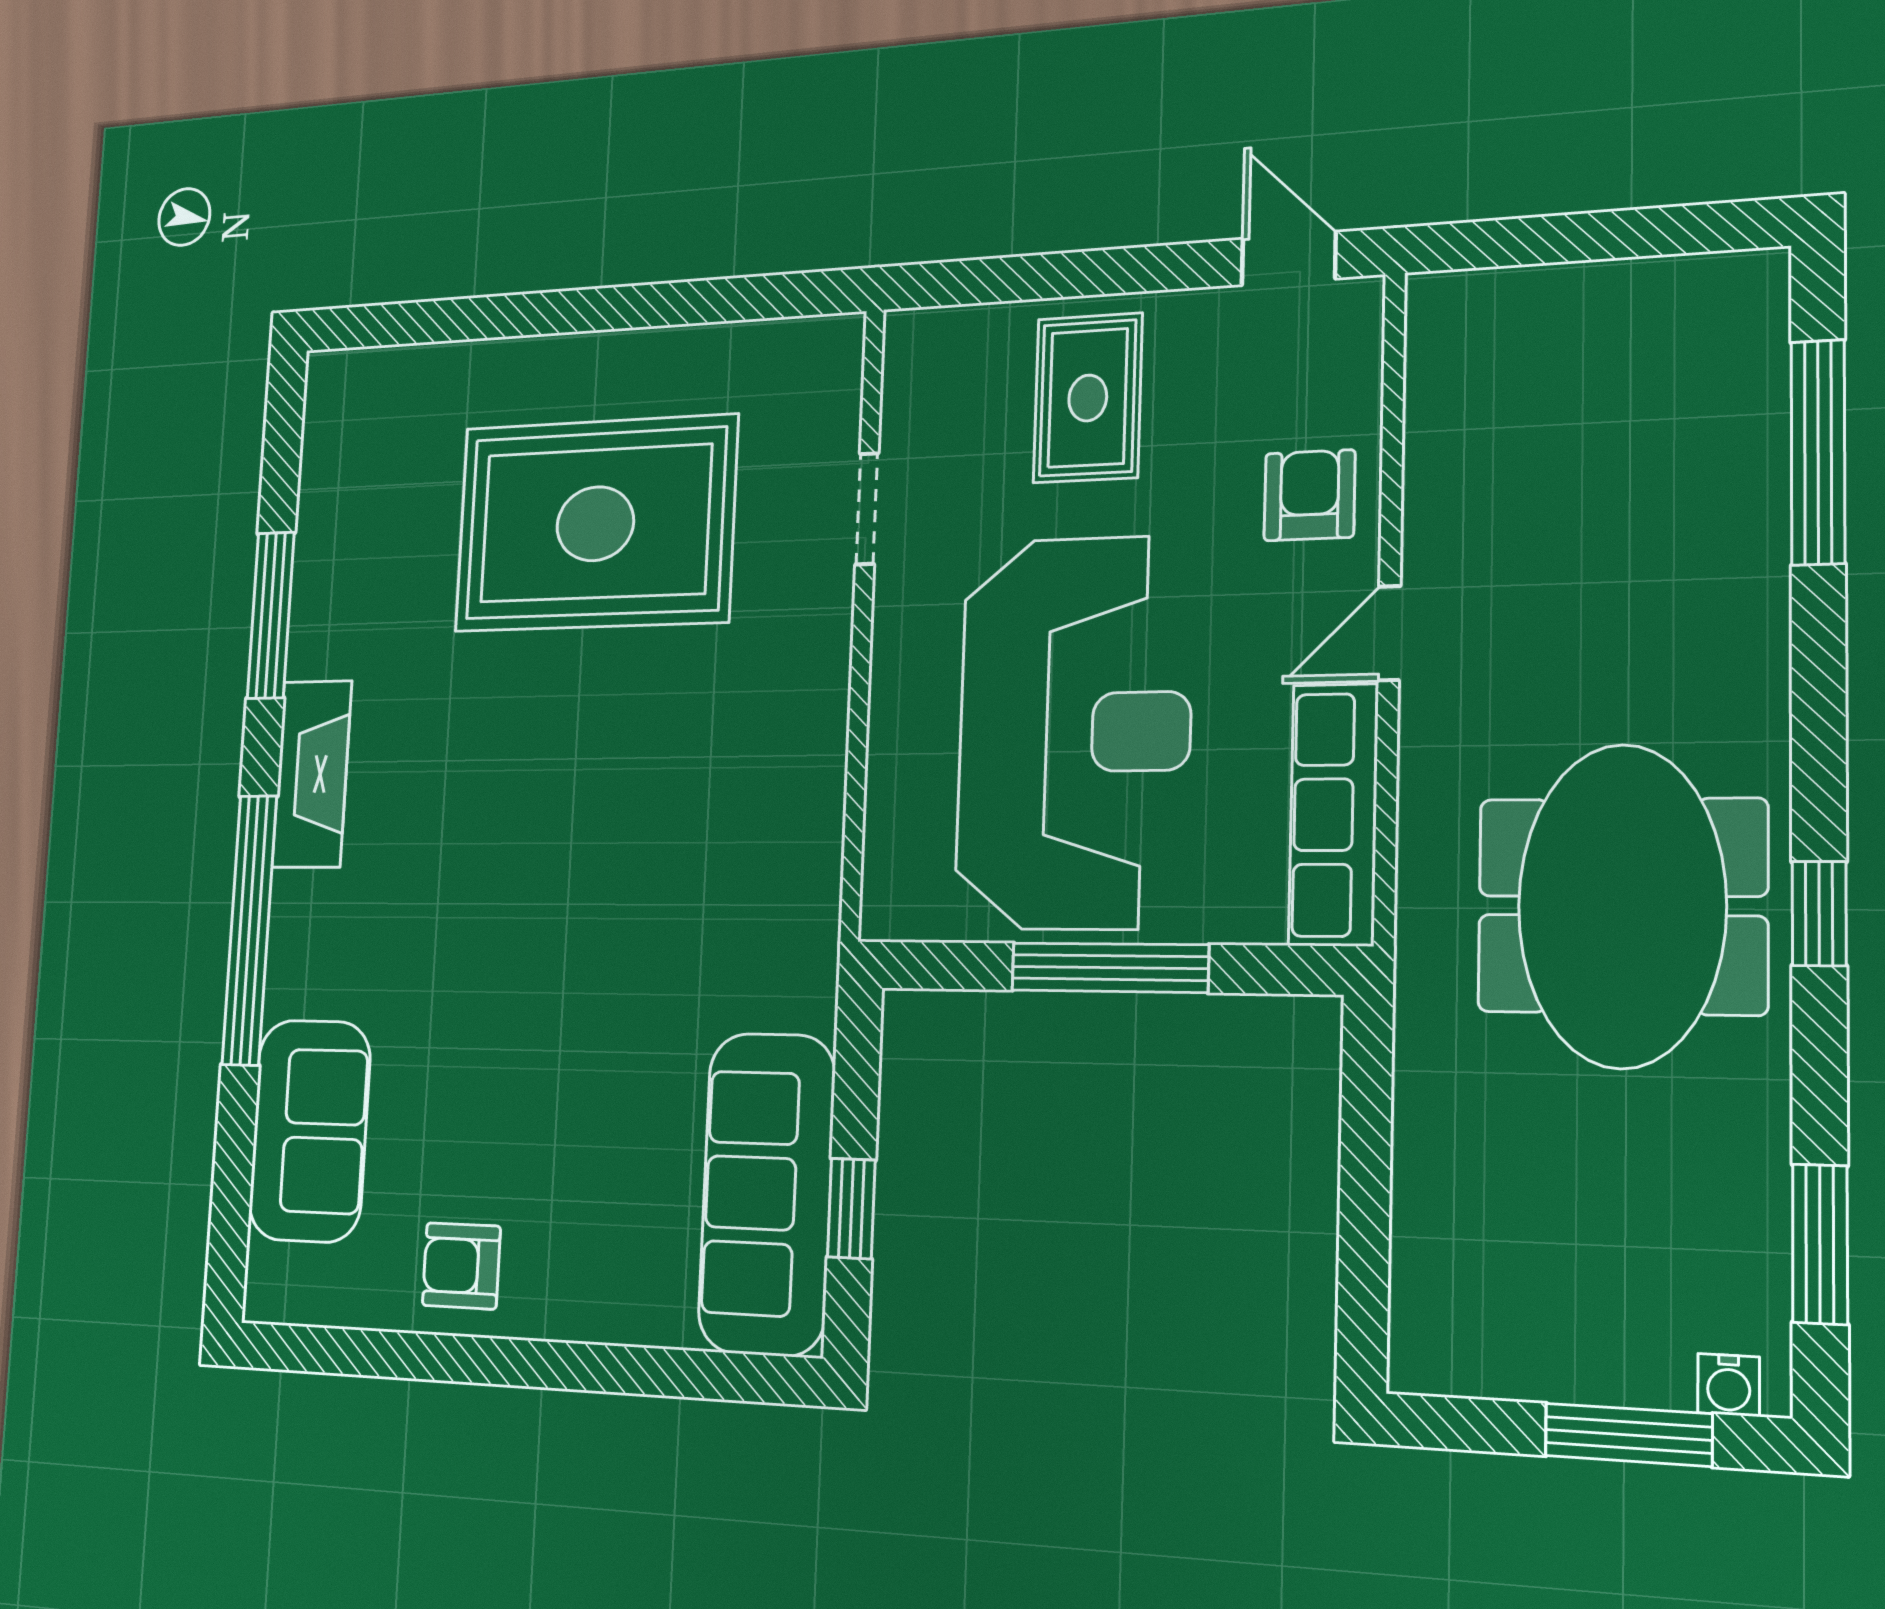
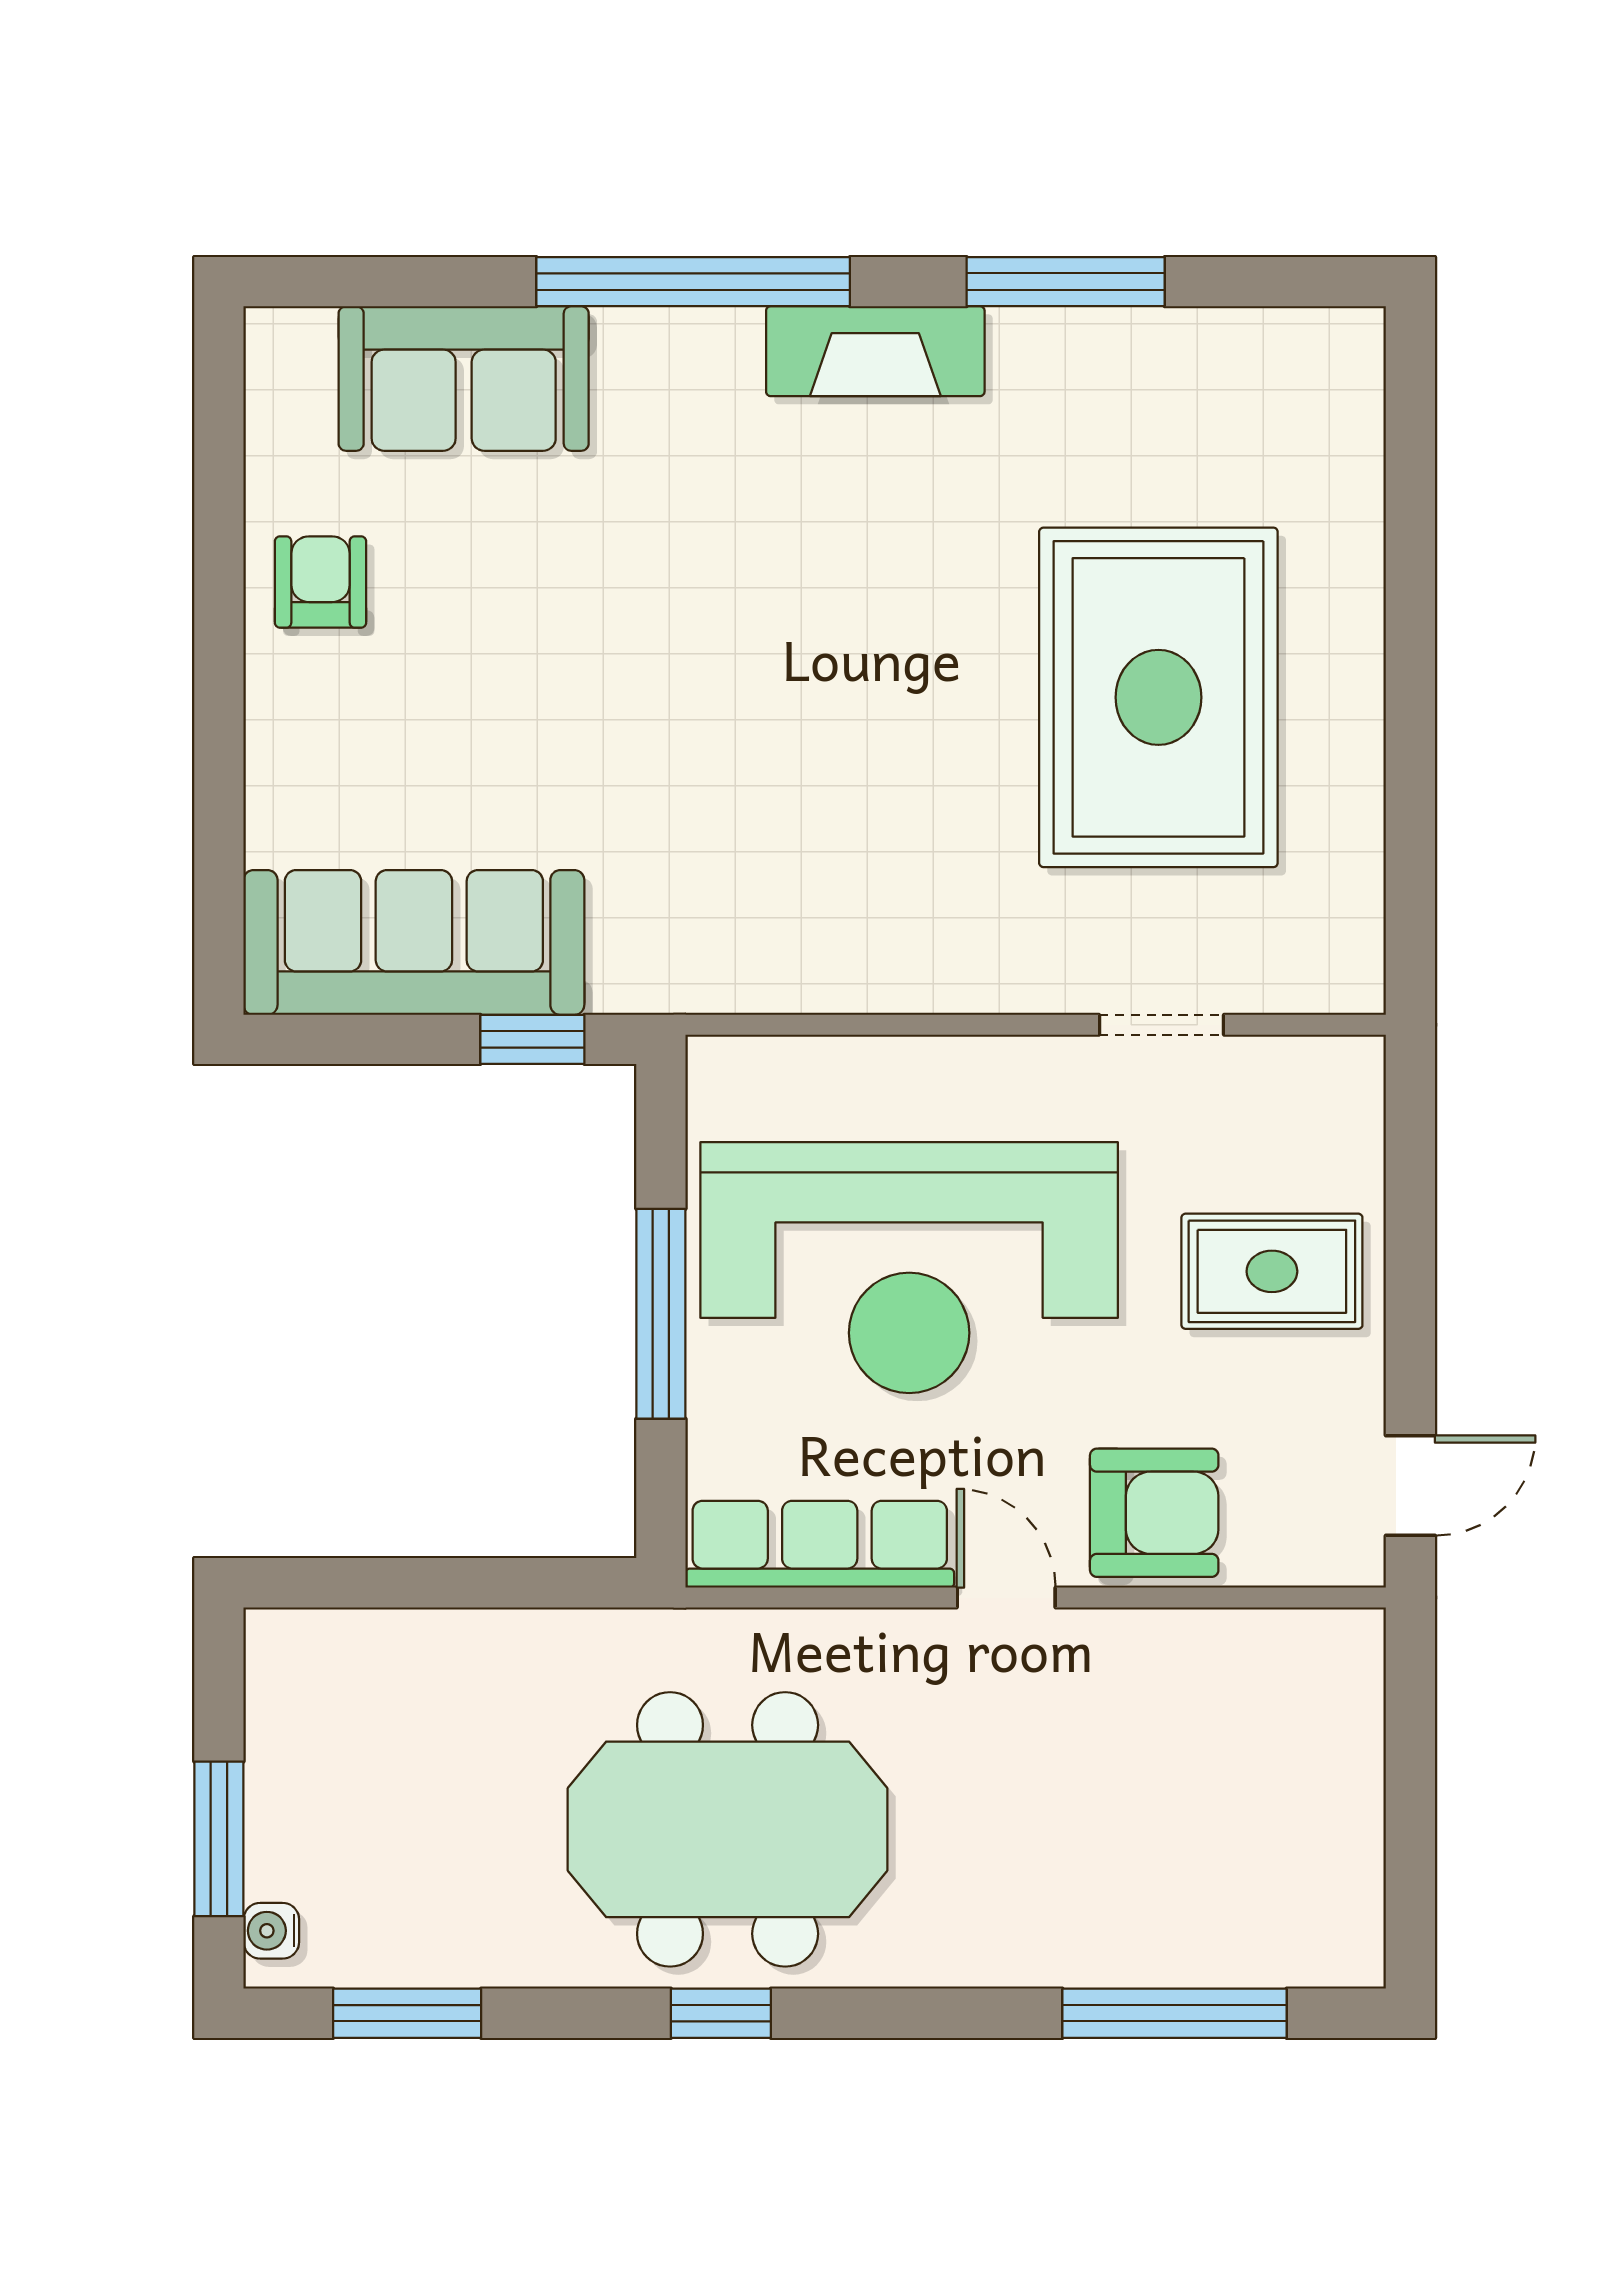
armchair: (1309, 495) -> (1154, 1513), width x1.38, depth x1.38
window: (851, 1209) -> (532, 1039), moved

